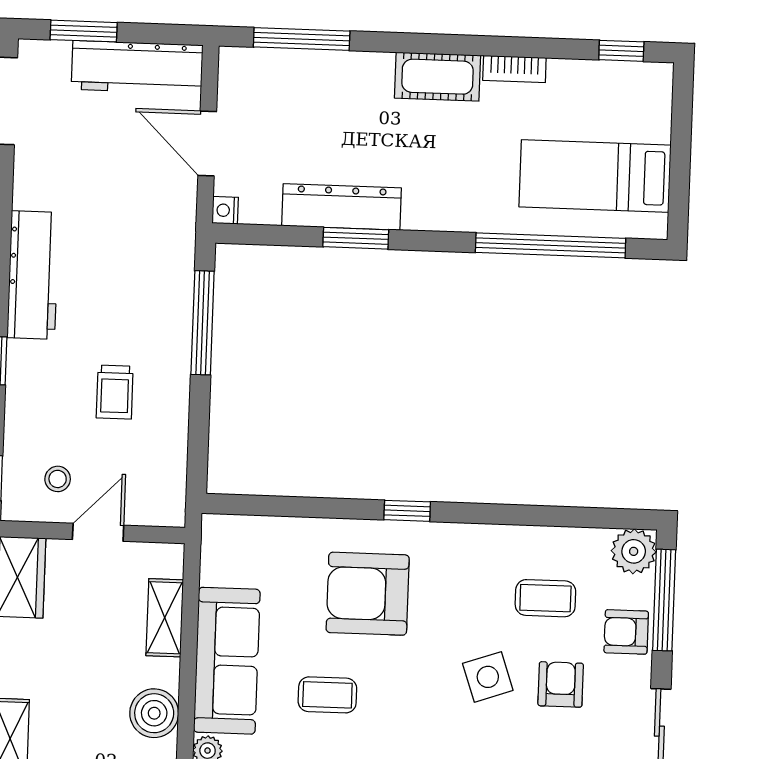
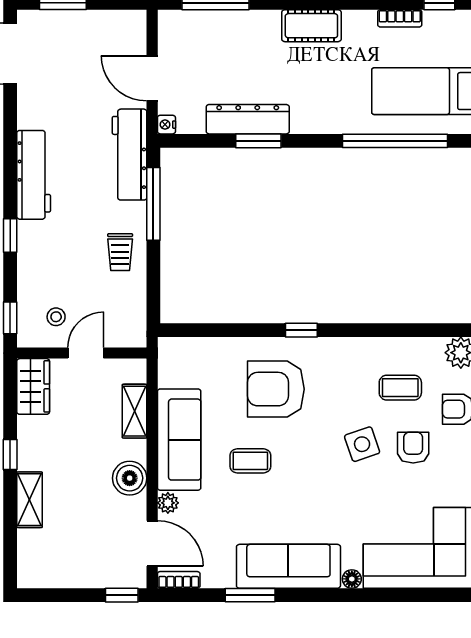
workbench: (137, 67) -> (130, 155), moved, turned 90
bookcase: (514, 69) -> (400, 18), moved
trolley: (115, 392) -> (120, 252), moved

